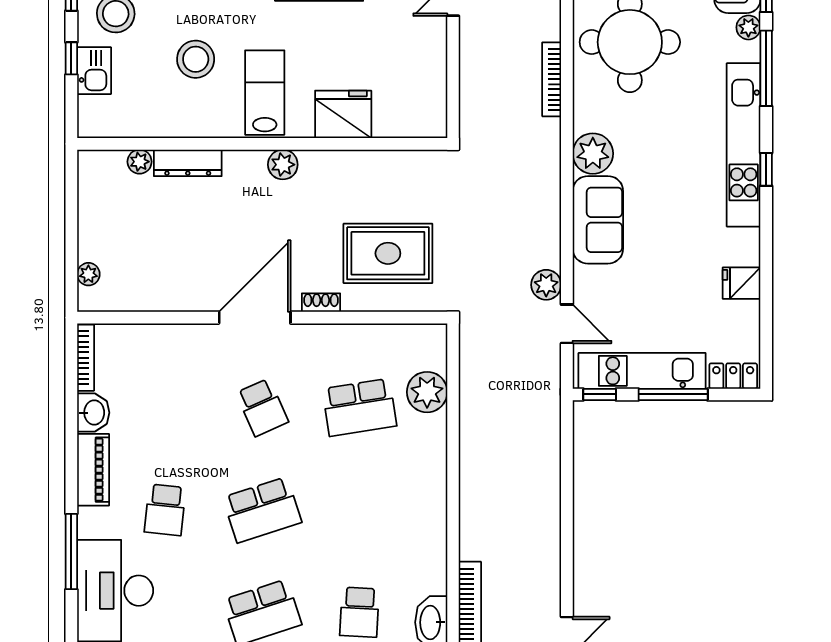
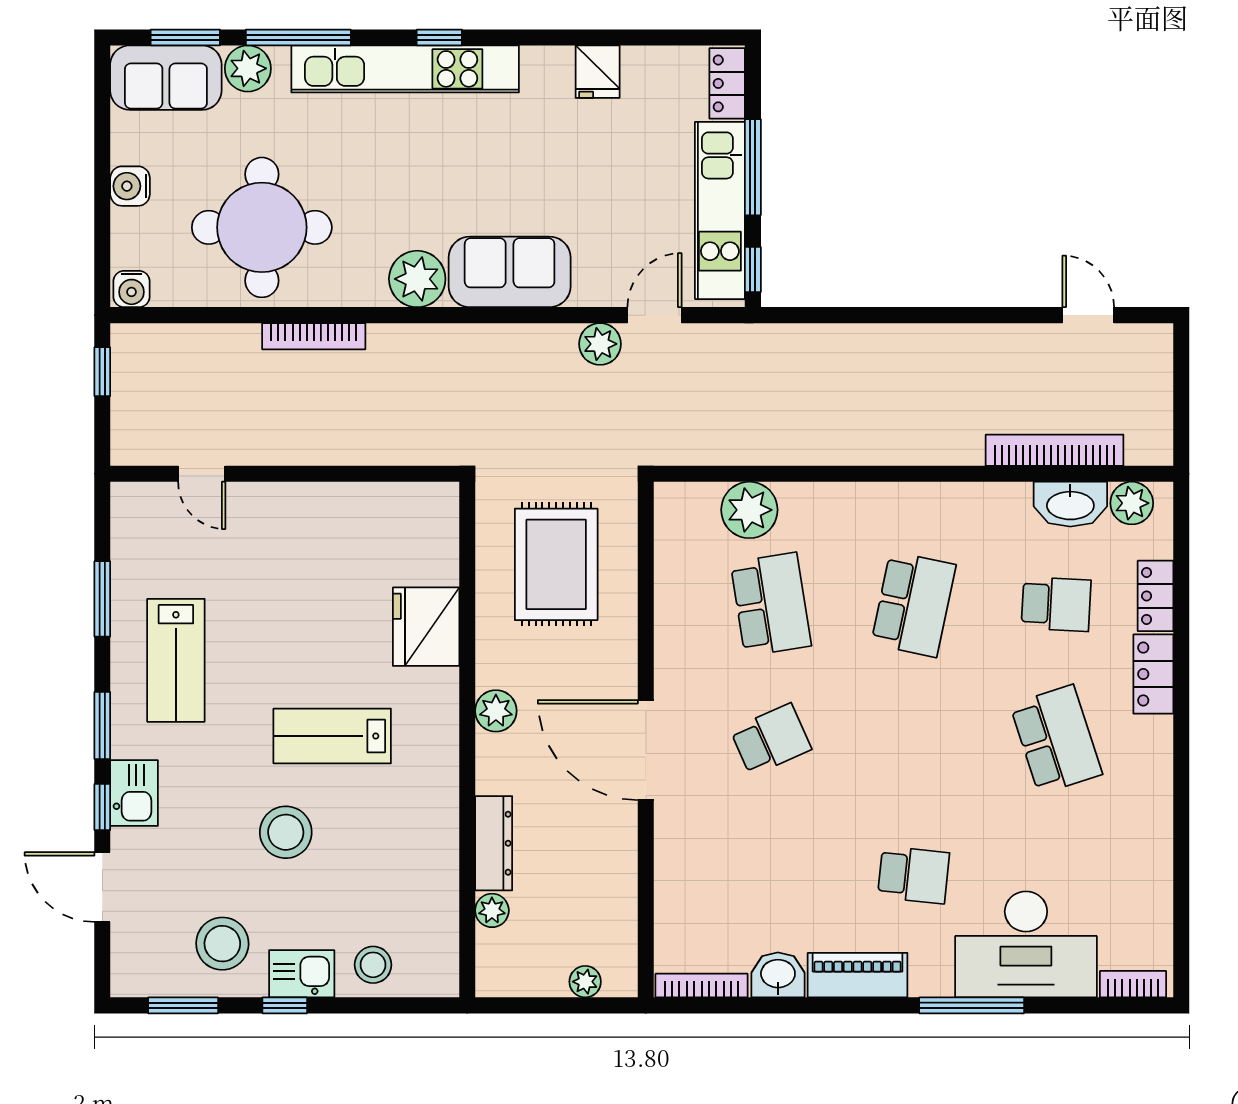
plant: (748, 27) -> (248, 68), width x1.38, depth x1.38
fridge: (343, 114) -> (426, 627), moved
stool: (100, 122) -> (373, 965), added
wall: (262, 144) -> (467, 740), moved
plant: (140, 162) -> (492, 910), moved
dresser: (188, 163) -> (494, 843), moved
plant: (283, 165) -> (496, 711), moved
shoe rack: (321, 303) -> (625, 658), removed
school desk: (262, 510) -> (913, 604), moved, turned 30

